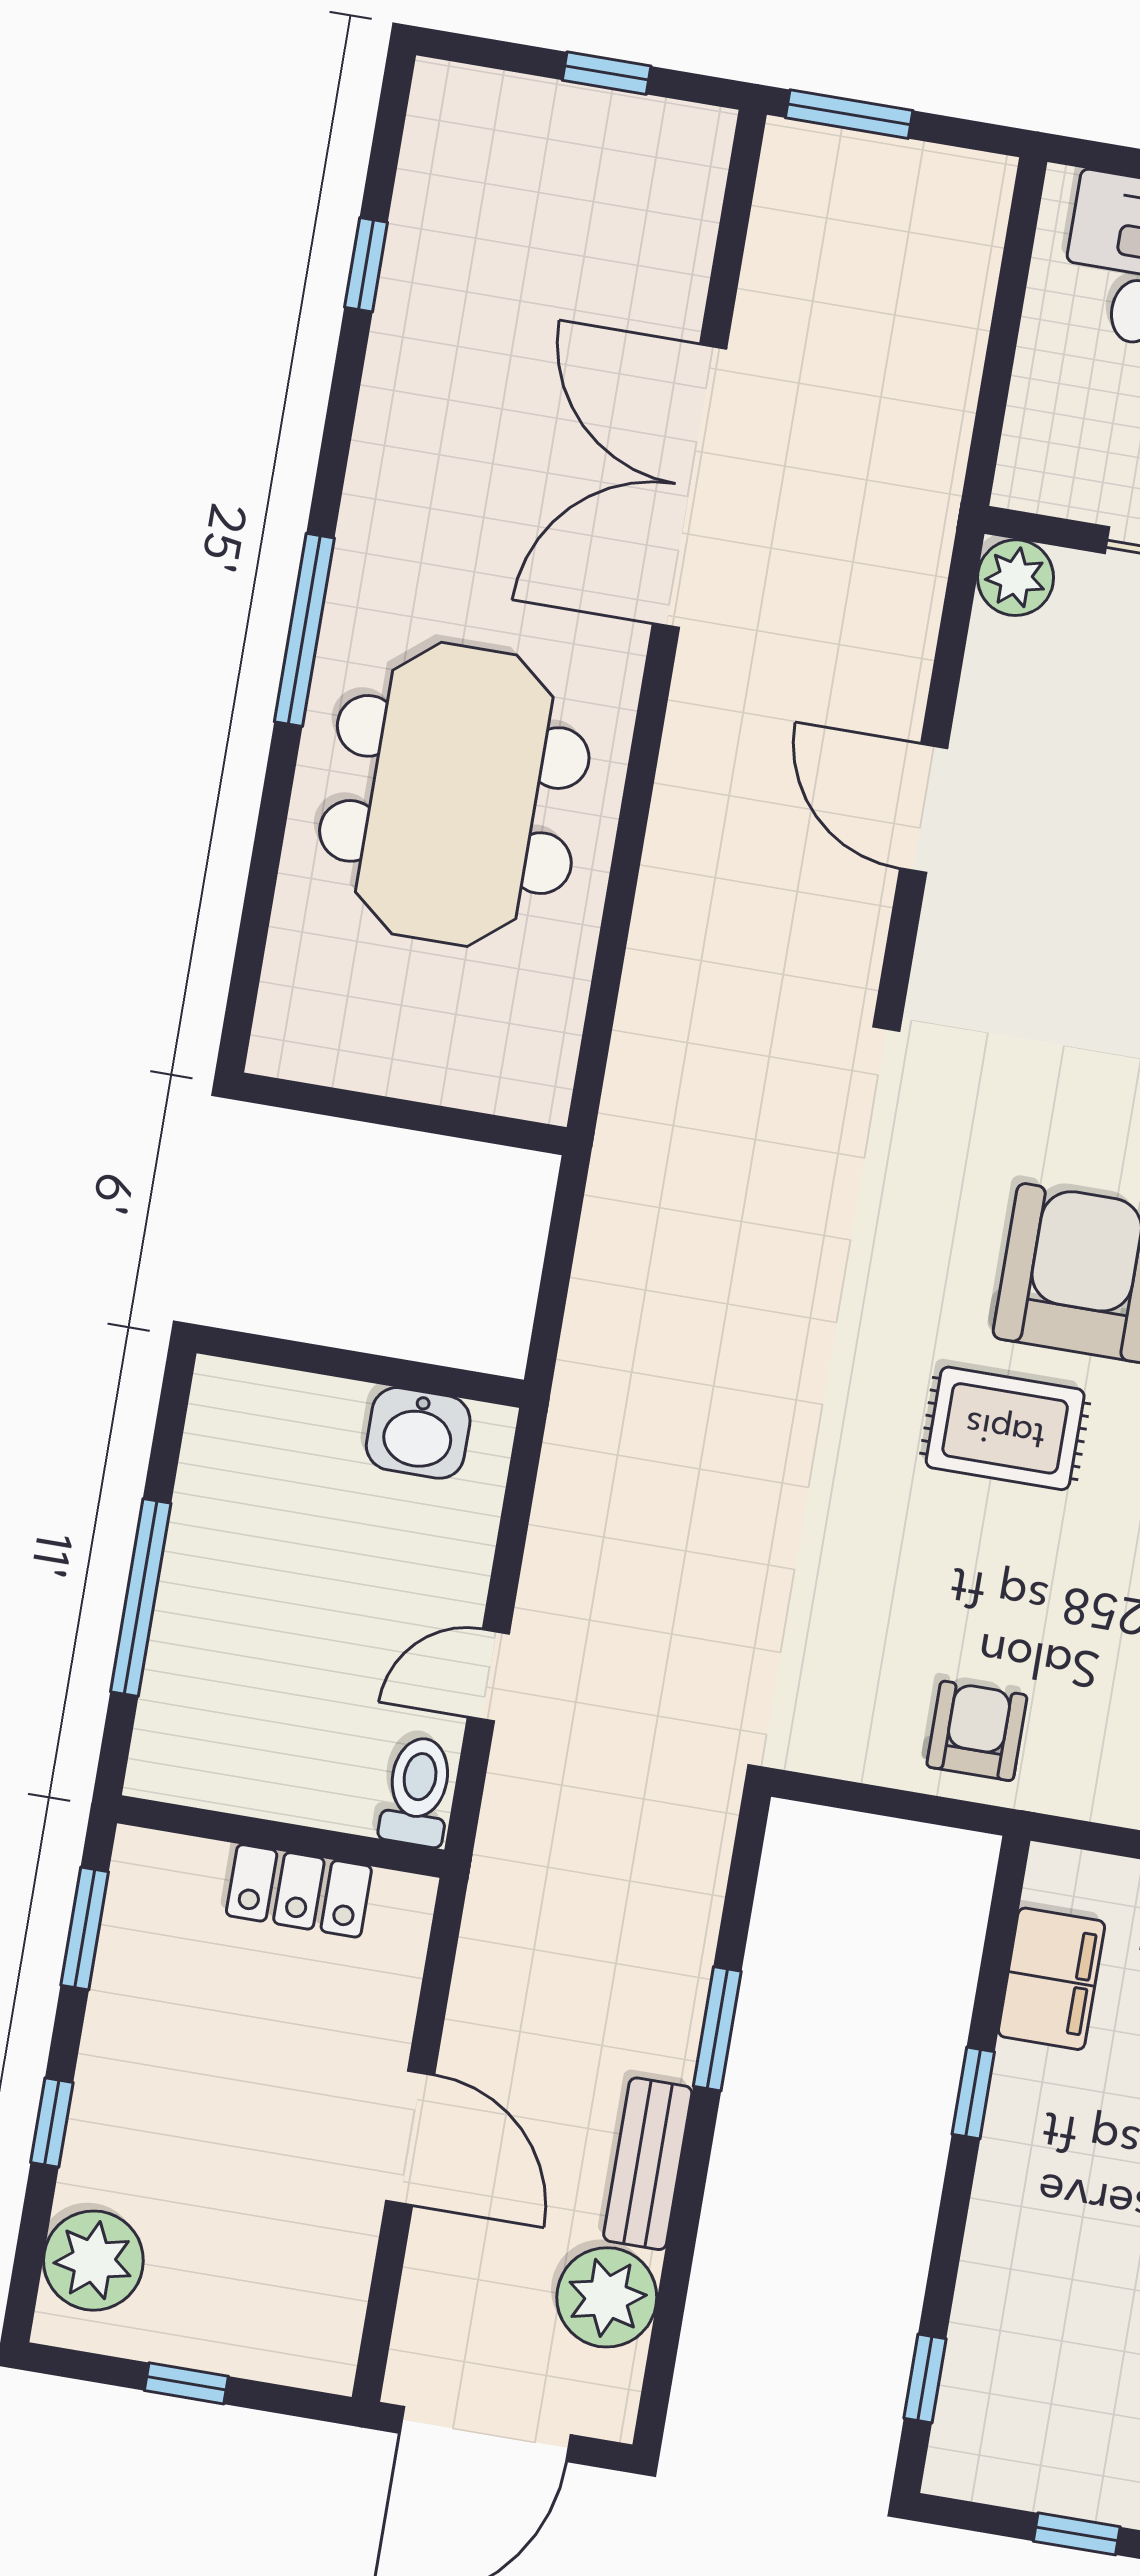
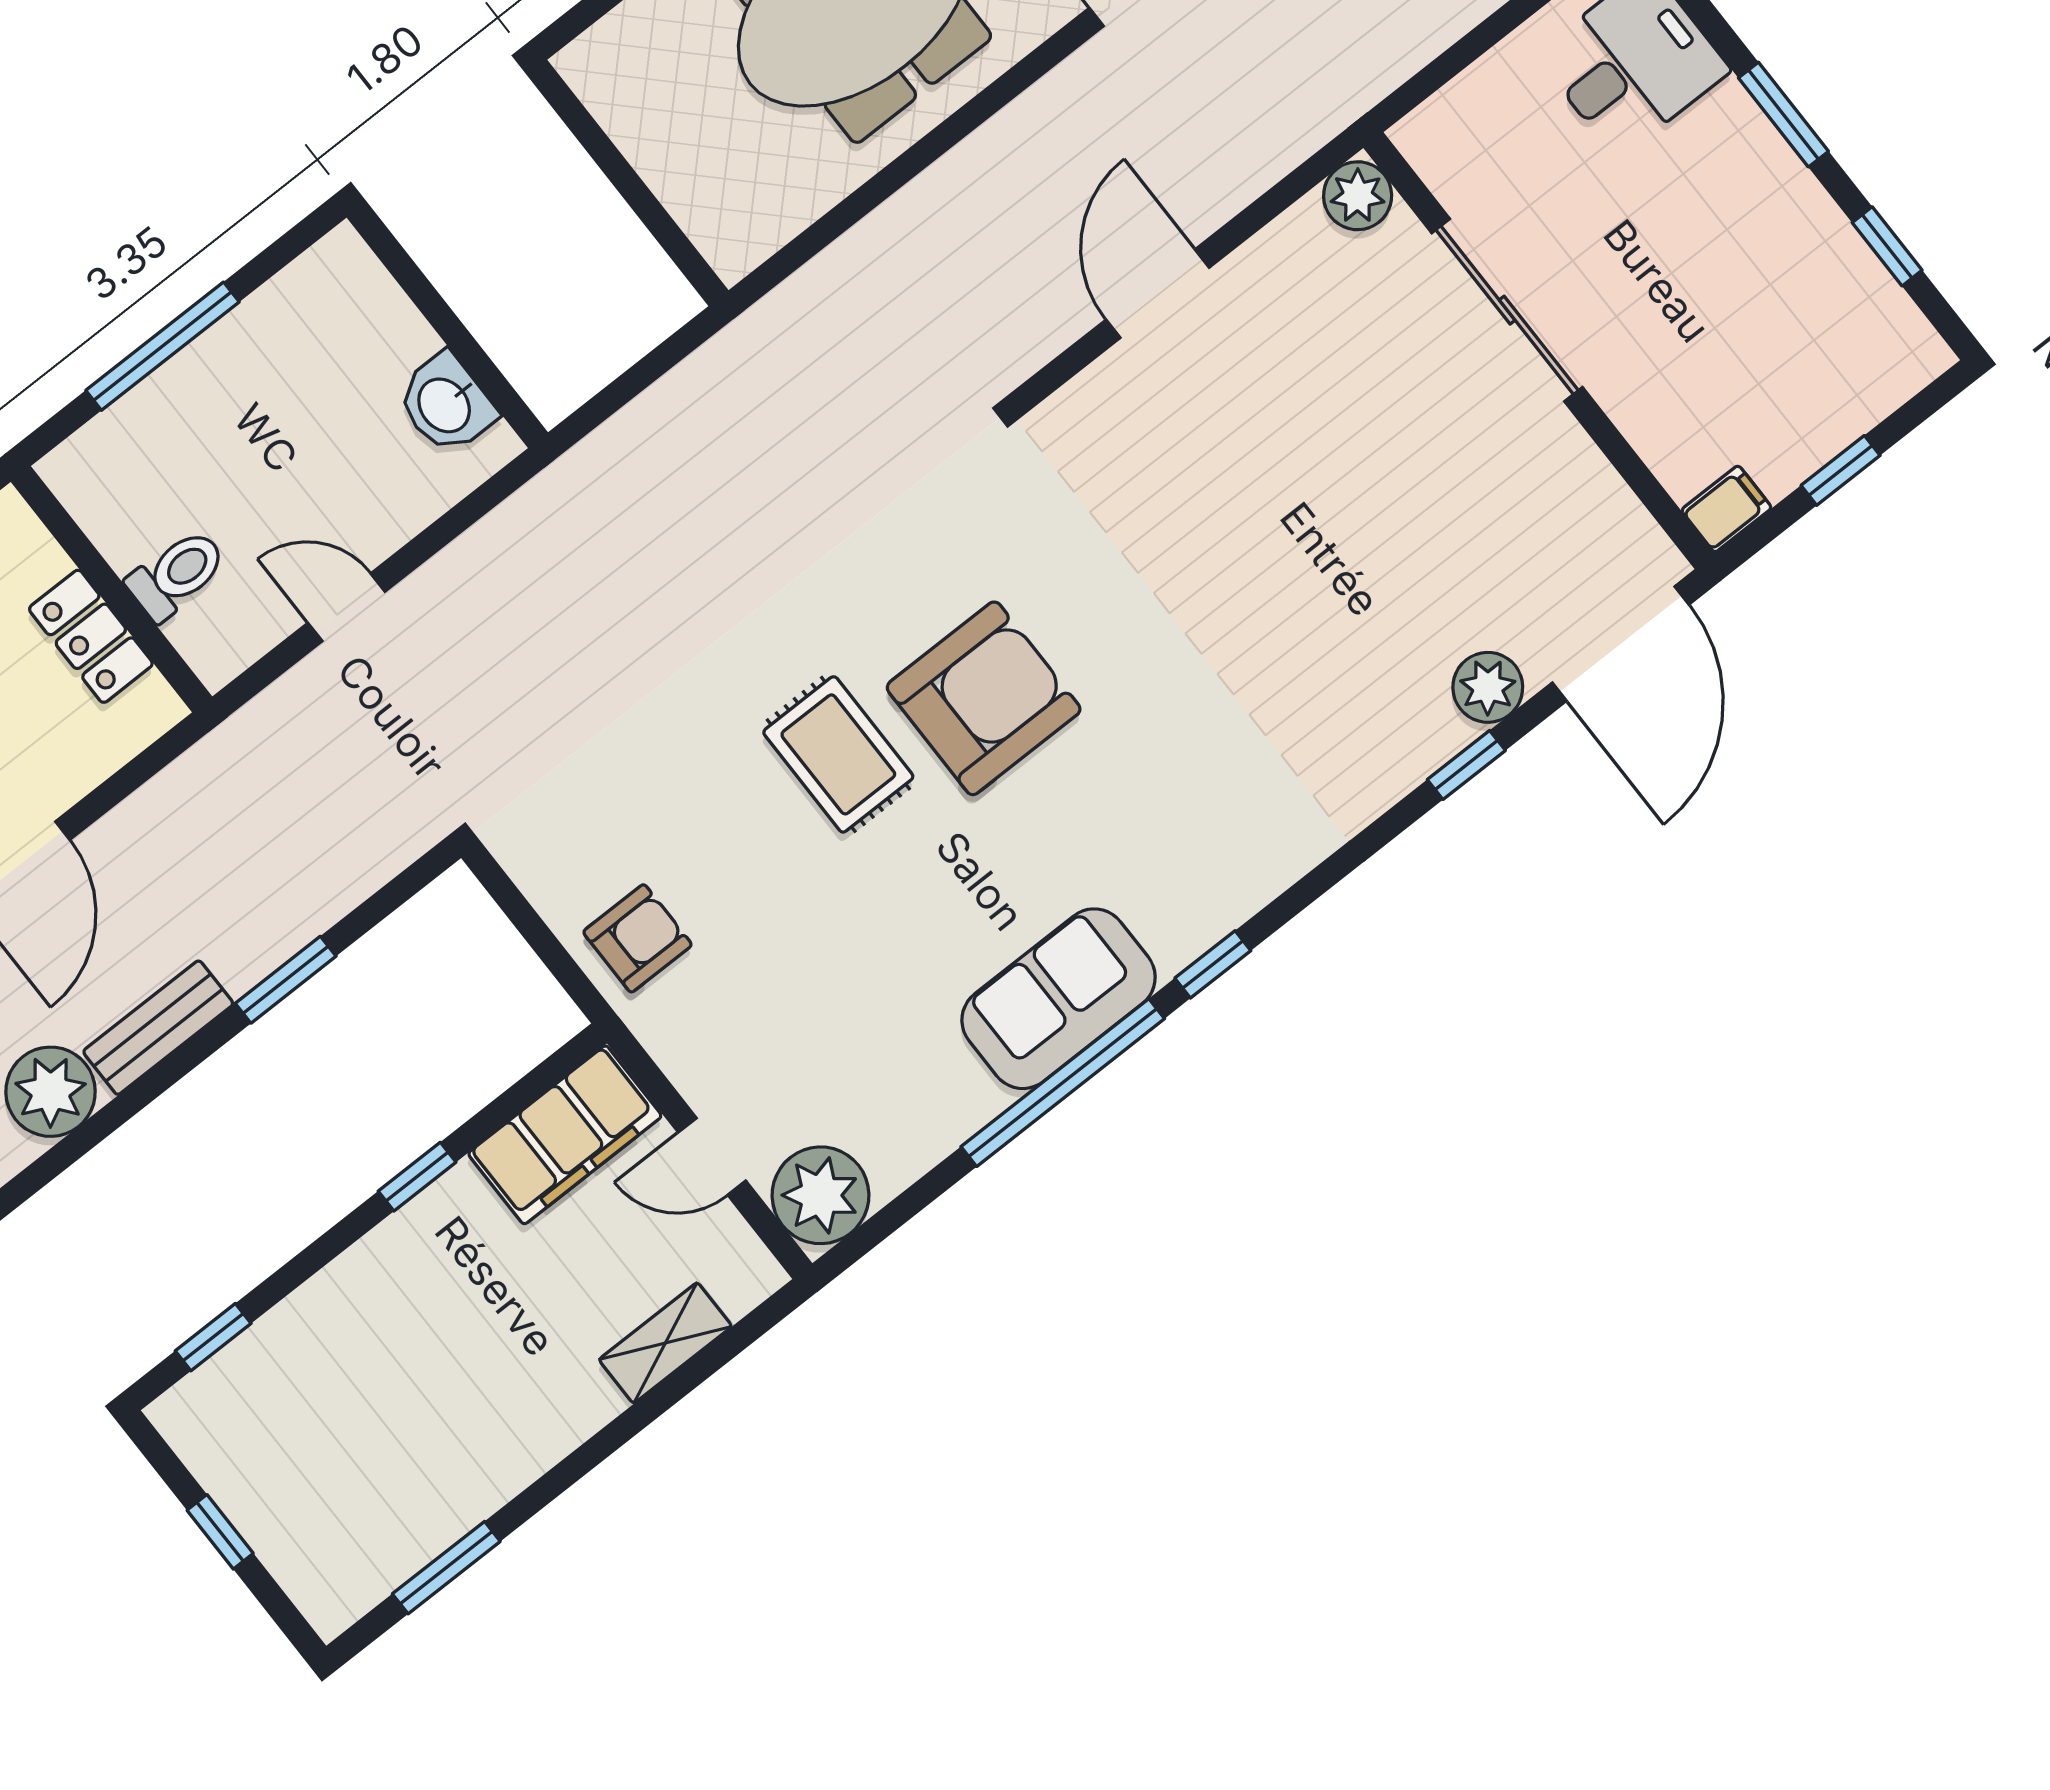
toilet: (418, 1791) -> (177, 574), moved
filing cabinet: (1051, 1979) -> (565, 1135), width x1.50, depth x1.17

